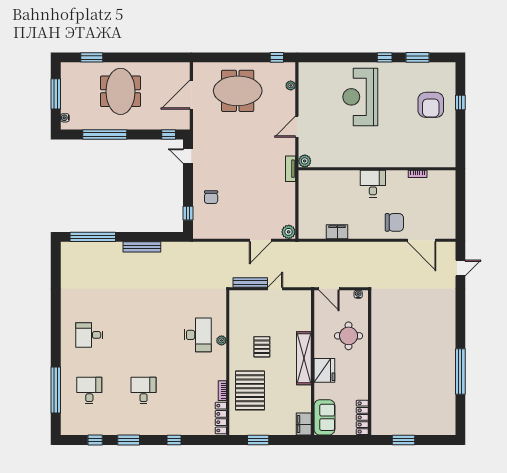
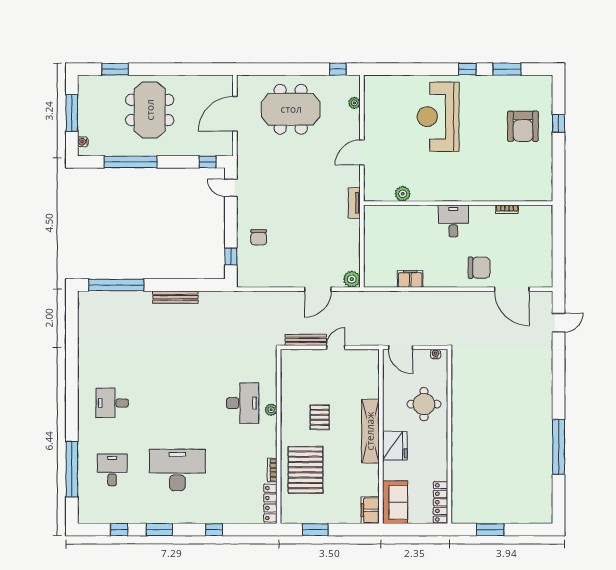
plant: (305, 161) -> (403, 194), moved
desk: (144, 391) -> (177, 470), width x1.87, depth x1.30

